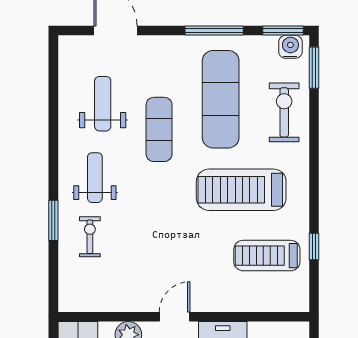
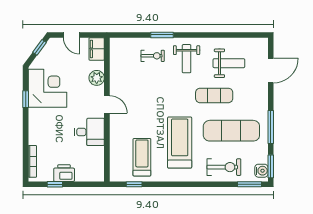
weight bench: (95, 178) -> (187, 59), turned 90
window: (314, 246) -> (134, 184), moved

